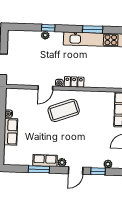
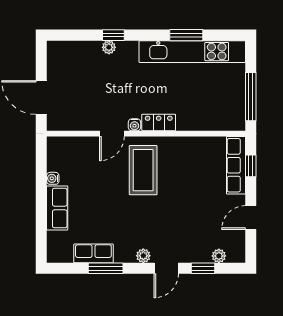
coffee table: (64, 110) -> (143, 170), turned -70
row of seats: (45, 160) -> (93, 253), moved

